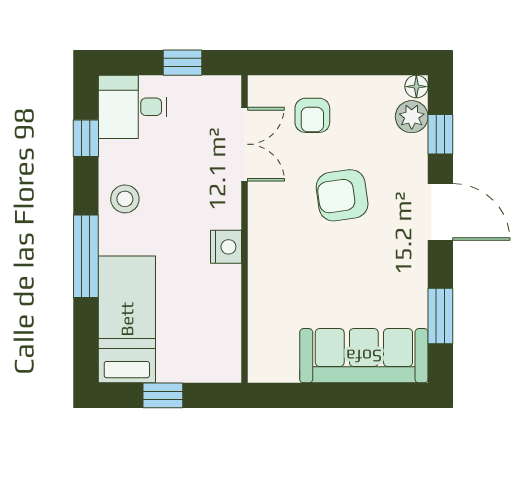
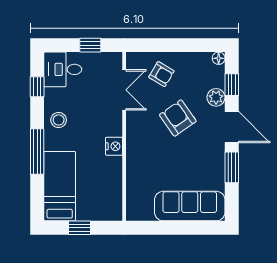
armchair: (312, 115) -> (161, 74), turned -59
plant: (412, 117) -> (216, 97), moved
armchair: (342, 195) -> (178, 118), turned 63
window: (440, 316) -> (232, 167), moved

